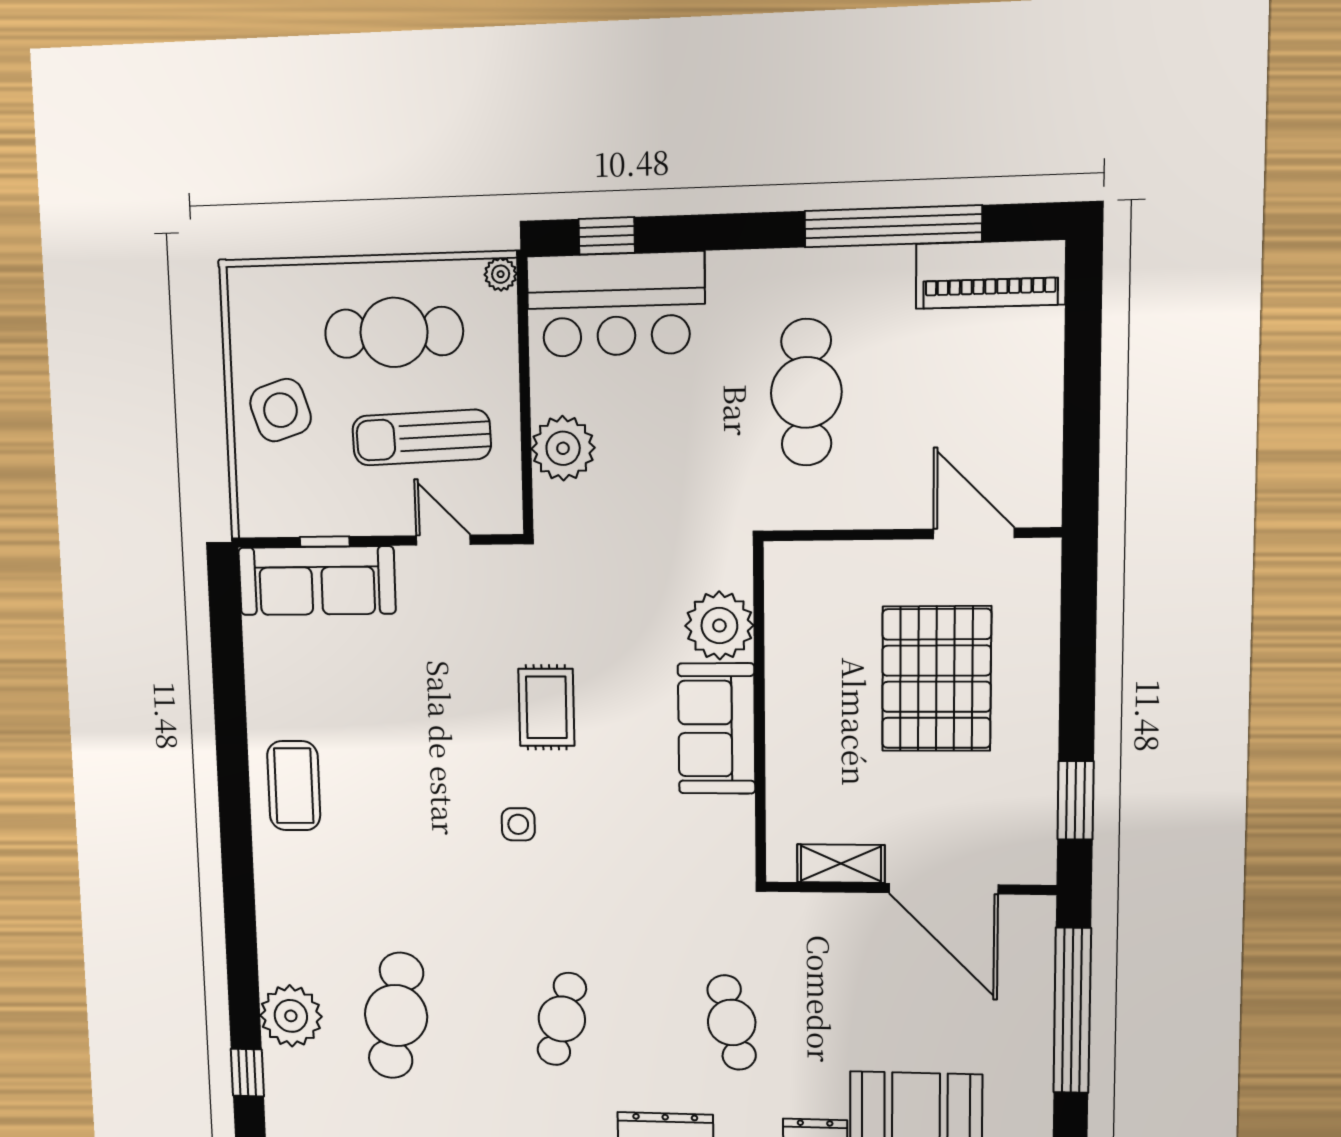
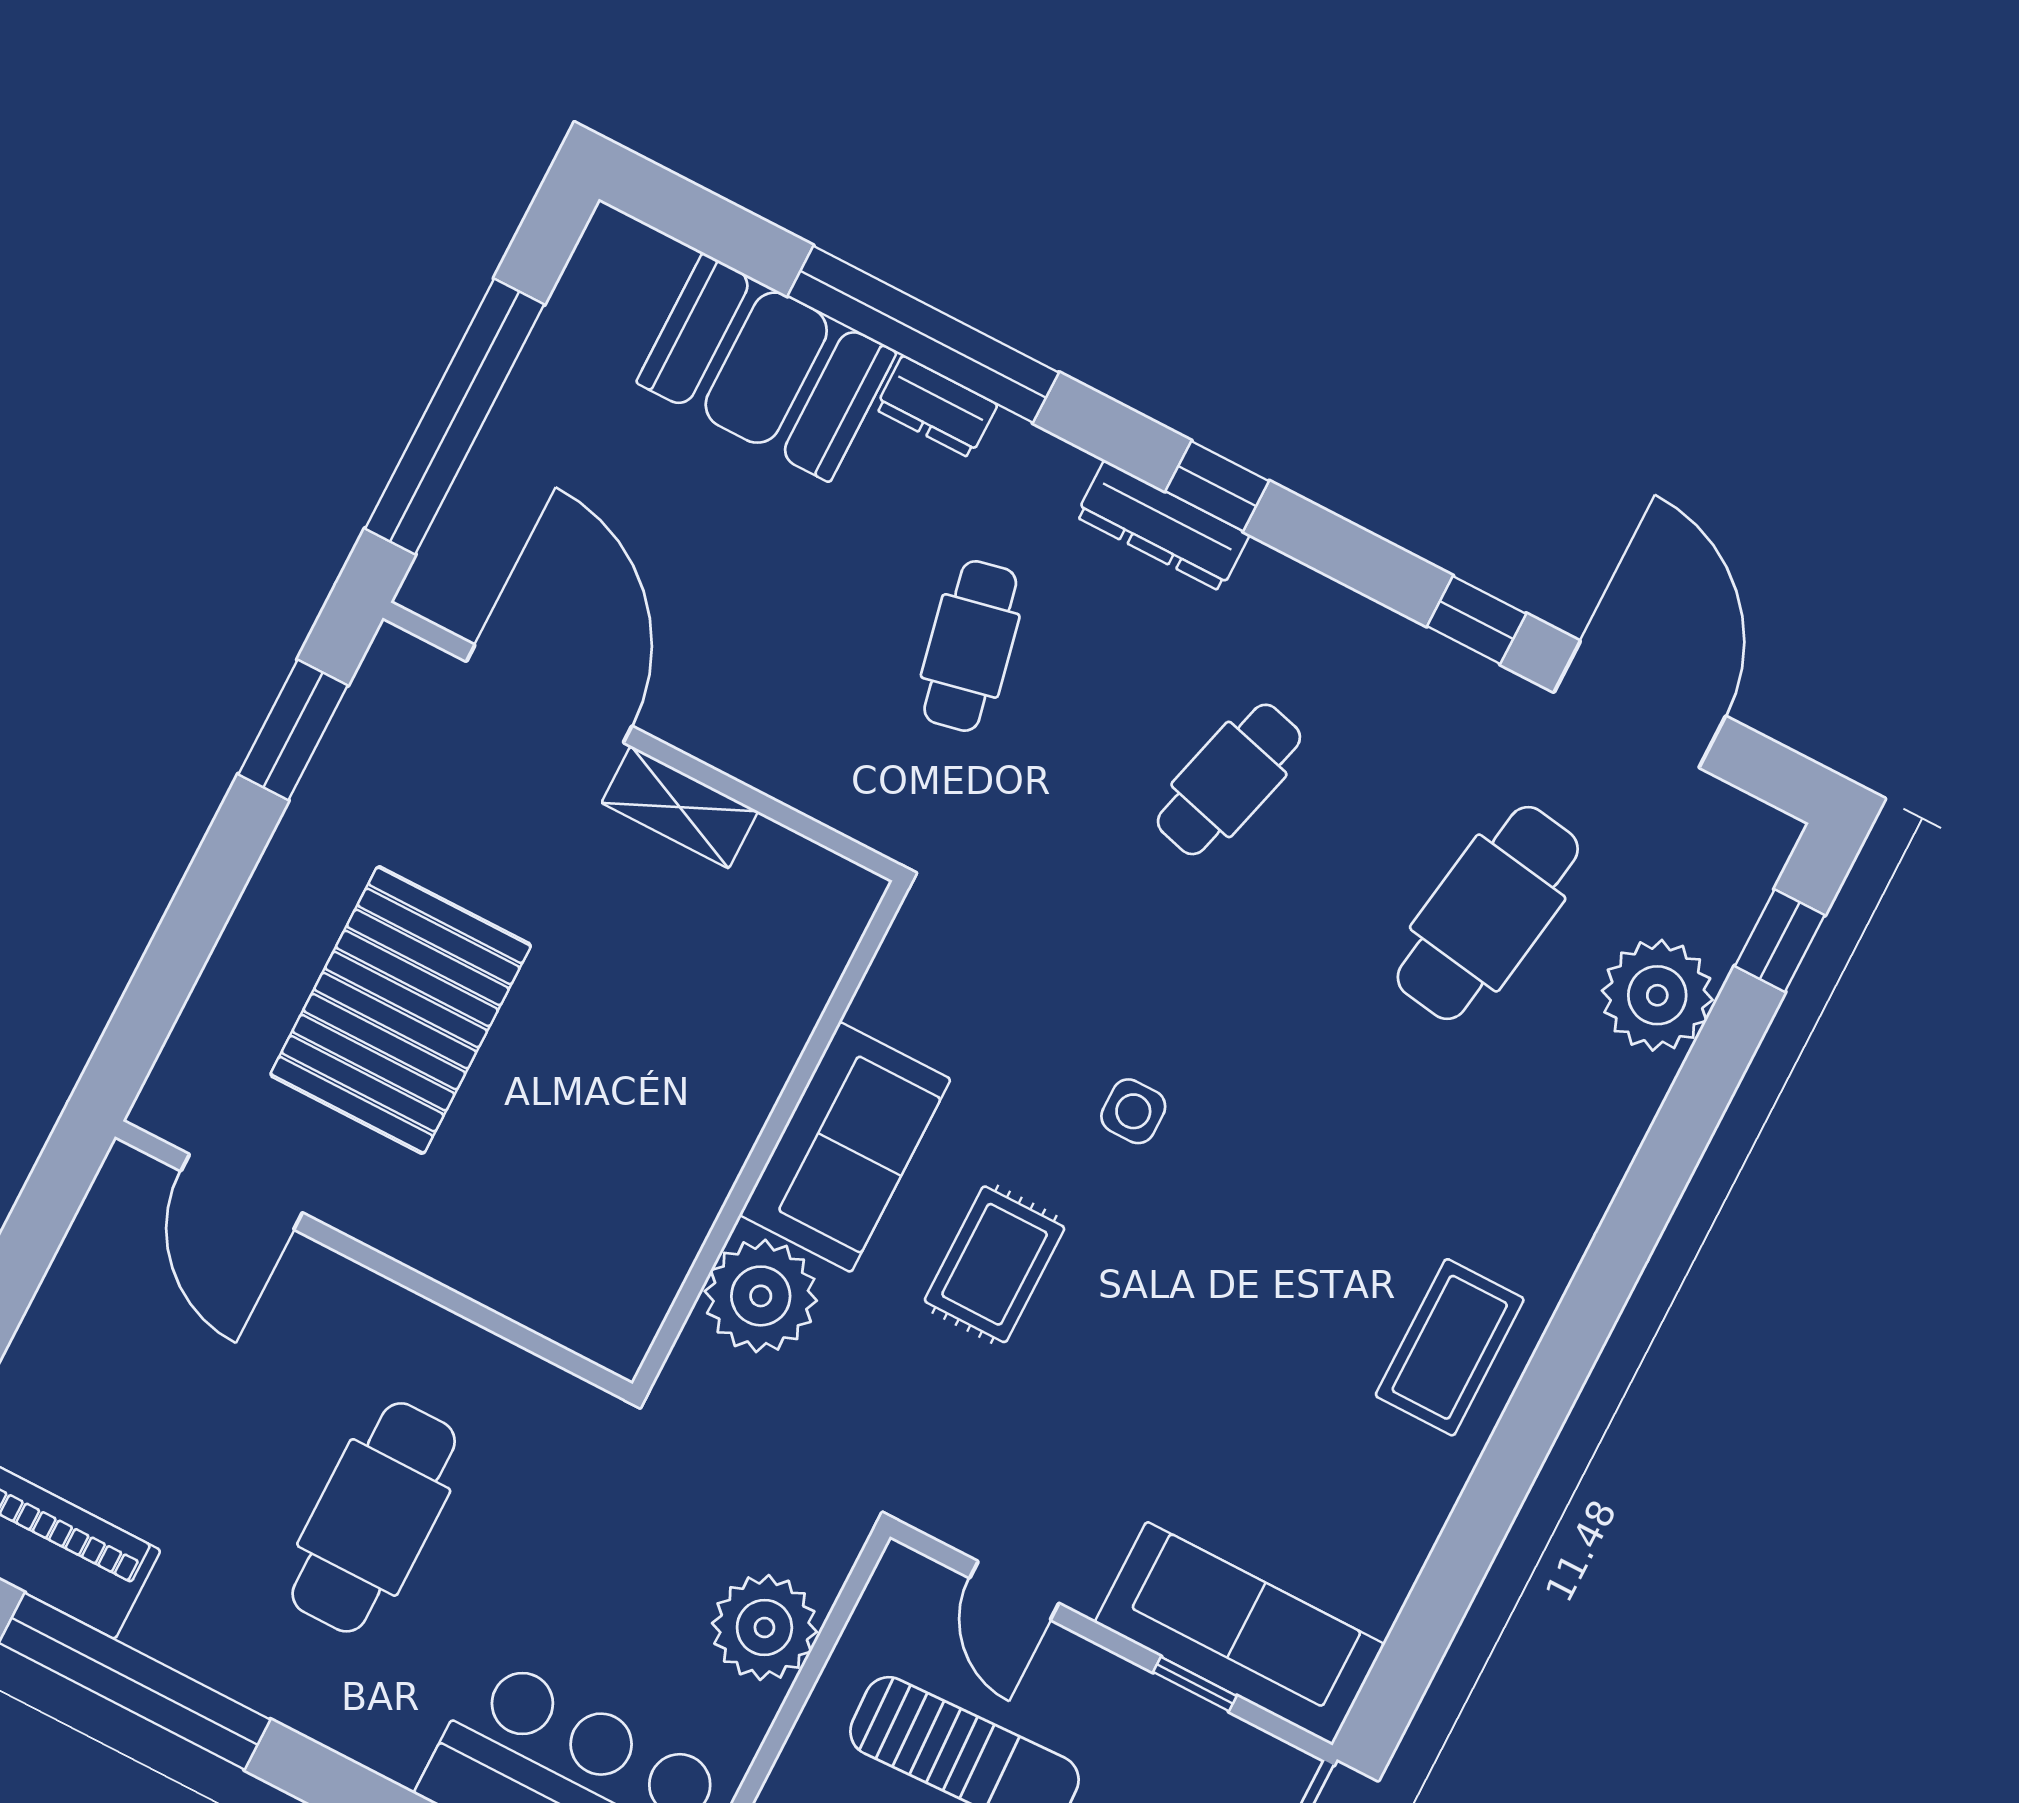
plant: (719, 626) -> (761, 1296), moved
wall: (760, 714) -> (770, 1136), moved
sofa: (717, 729) -> (845, 1147), moved

